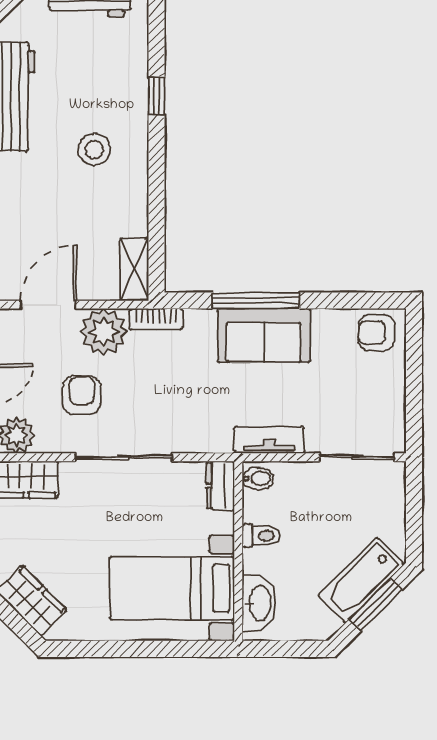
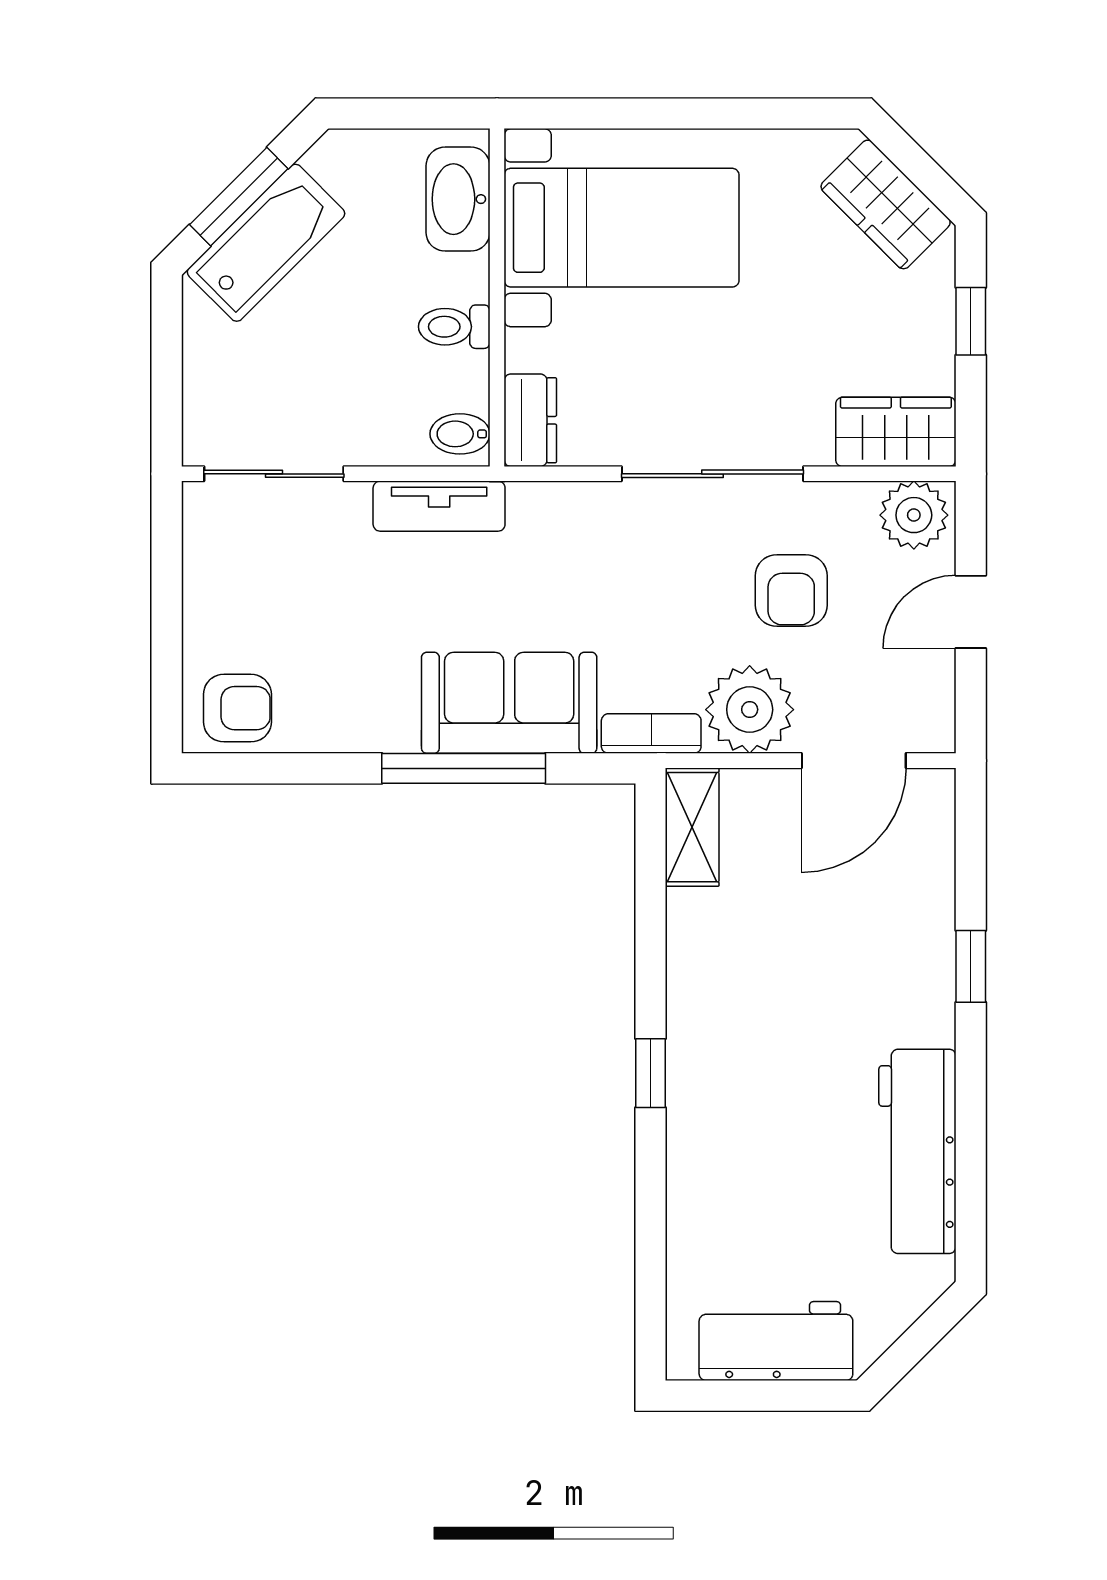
window: (157, 96) -> (651, 1073), moved
stool: (94, 150) -> (768, 1052), removed
sofa: (264, 335) -> (509, 703), moved

